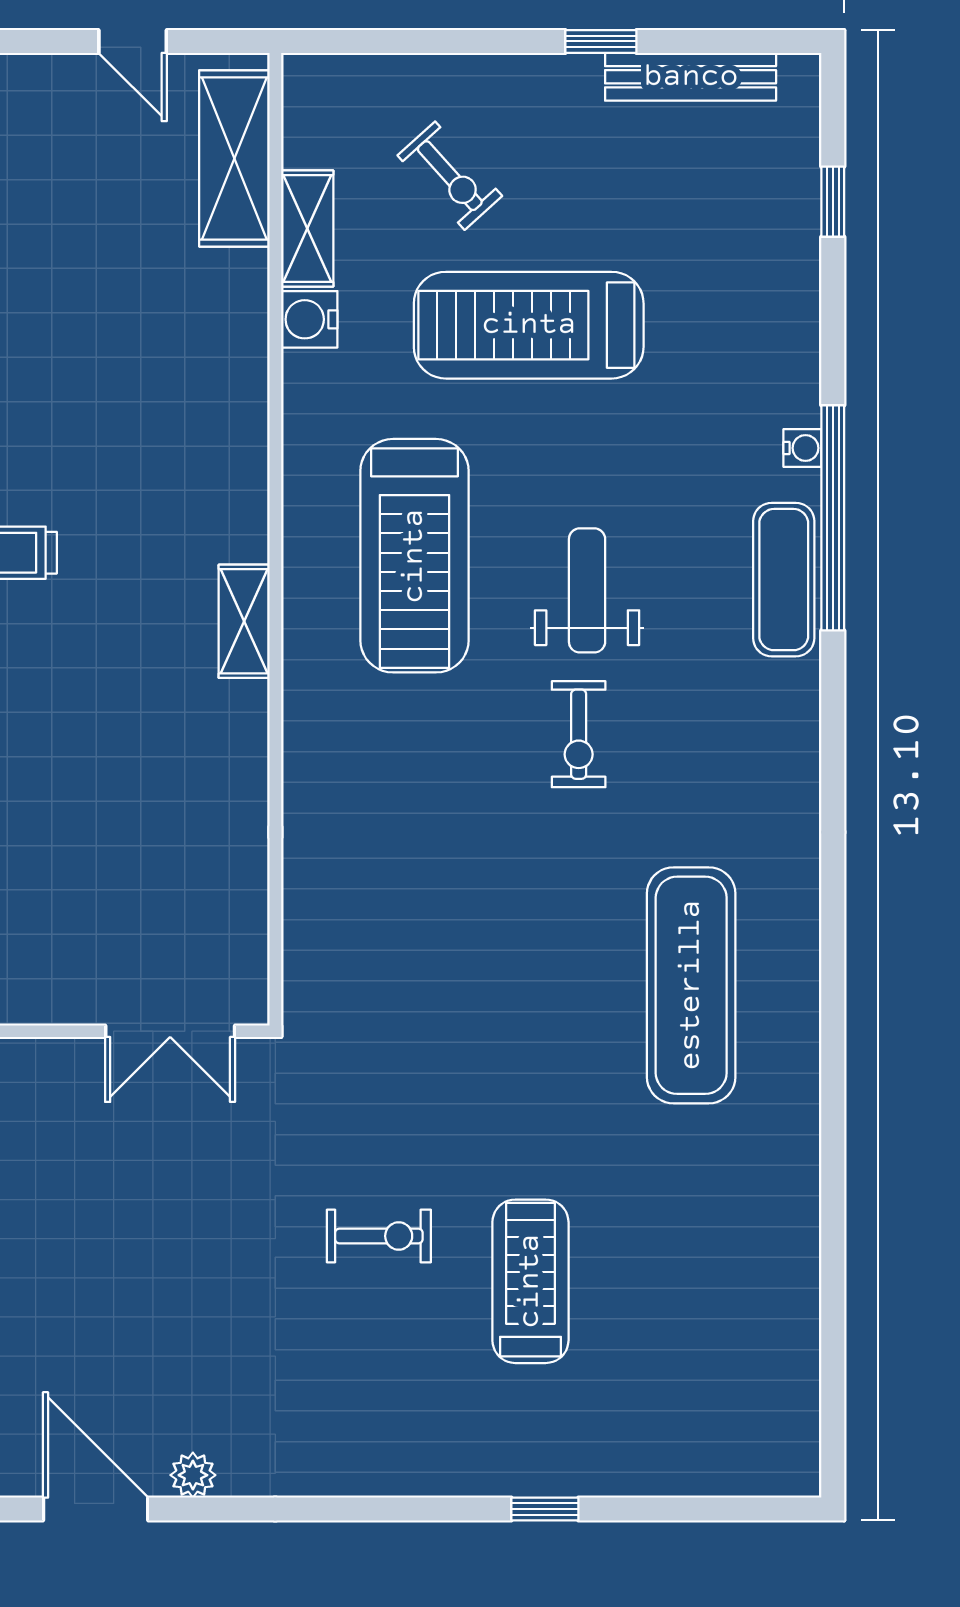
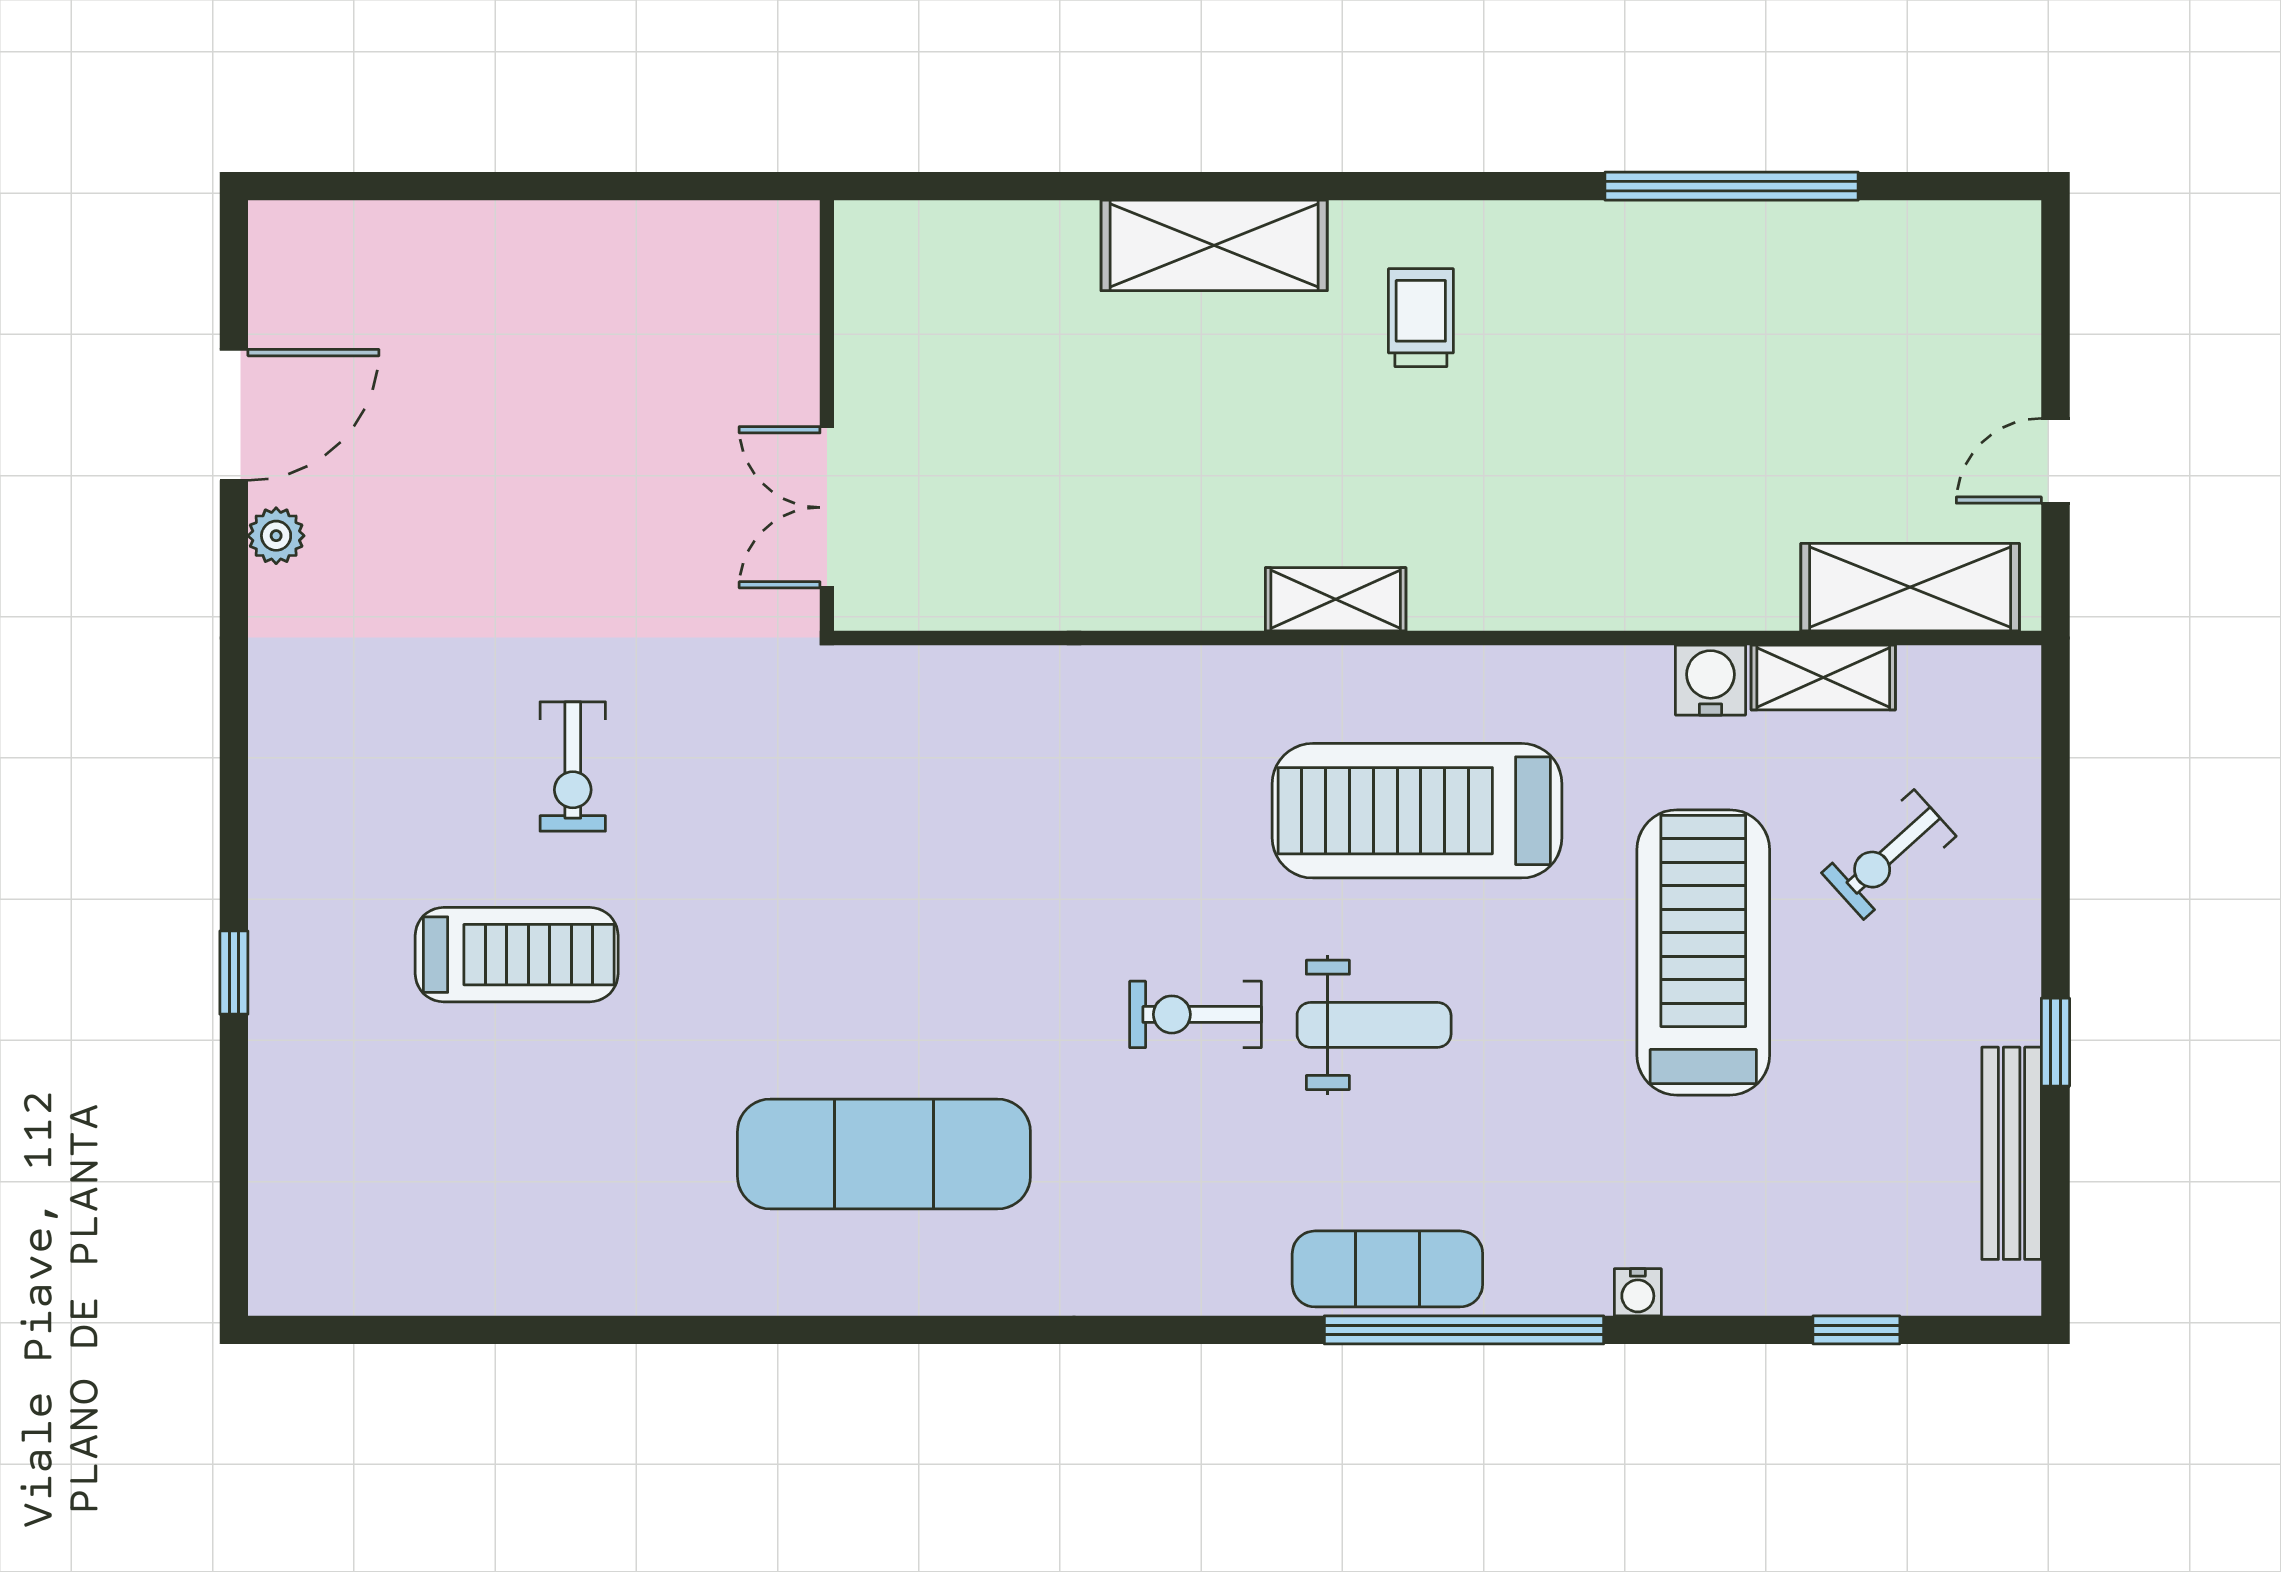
water cooler: (802, 448) -> (1638, 1292), moved

